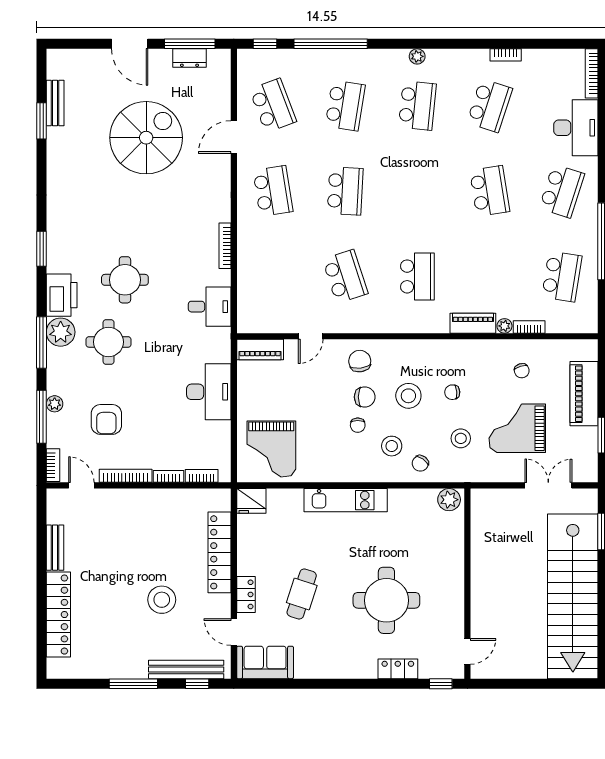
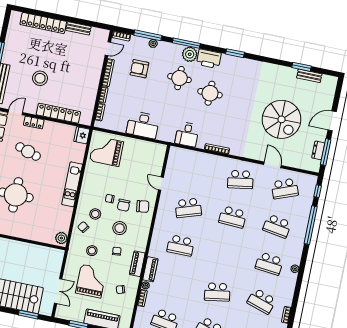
piano: (260, 350) -> (137, 264), moved

